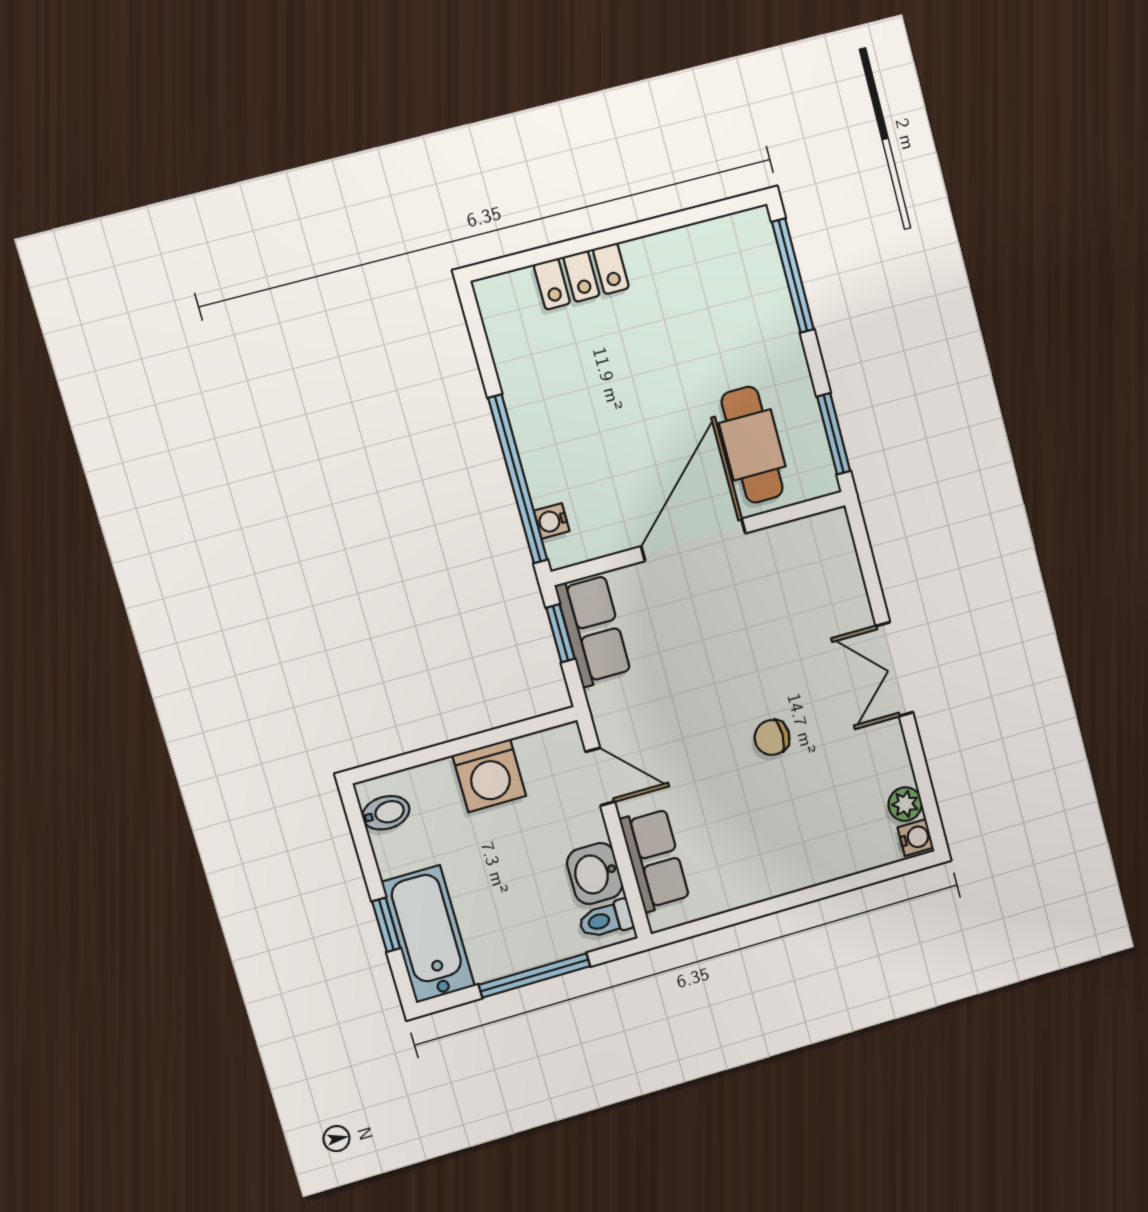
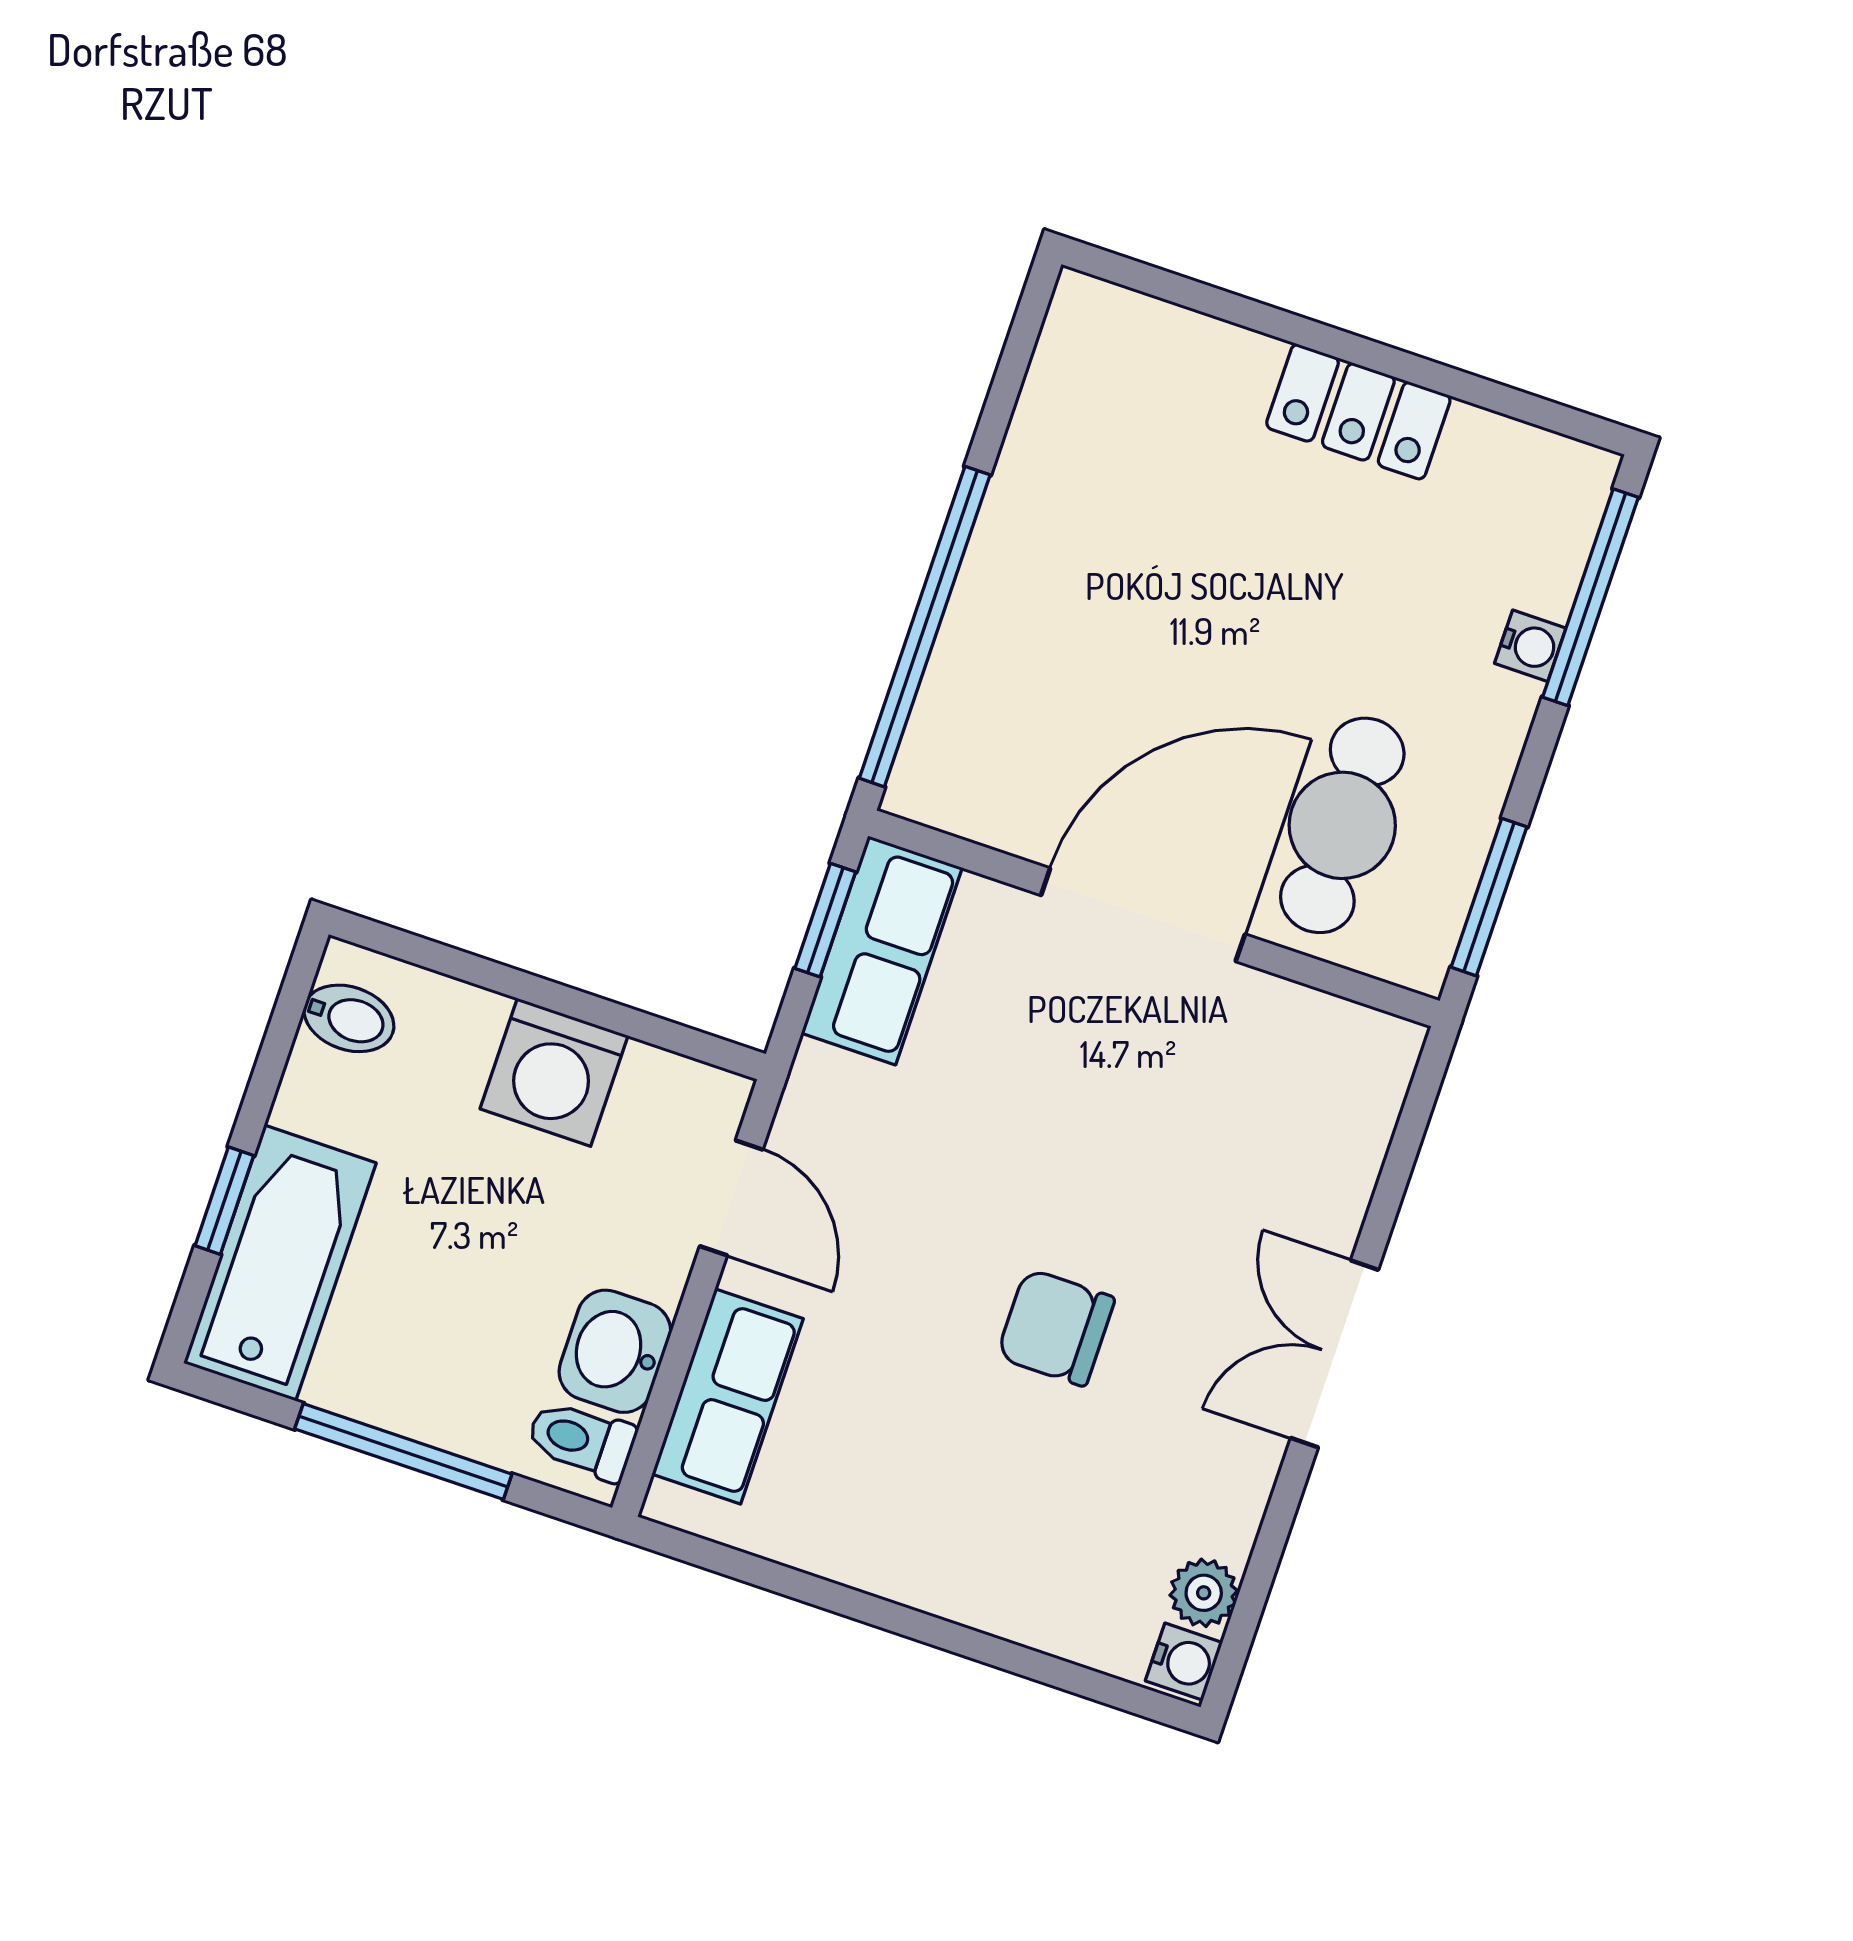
locker: (581, 276) -> (1358, 412), moved
water cooler: (552, 521) -> (1530, 646), moved, turned 180
chair: (772, 737) -> (1056, 1327), width x1.37, depth x1.37

